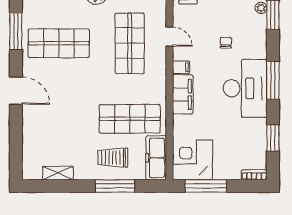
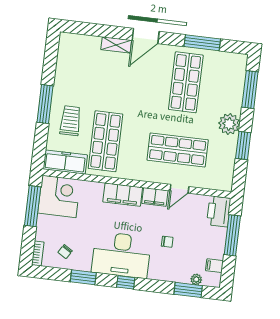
filing cabinet: (181, 67) -> (155, 197), width x2.00
window: (273, 80) -> (126, 282), width x0.46
window: (273, 138) -> (83, 277), moved
chair: (249, 147) -> (65, 252), added
shelving: (58, 173) -> (116, 45), moved, turned 90
window: (115, 186) -> (45, 104), moved

